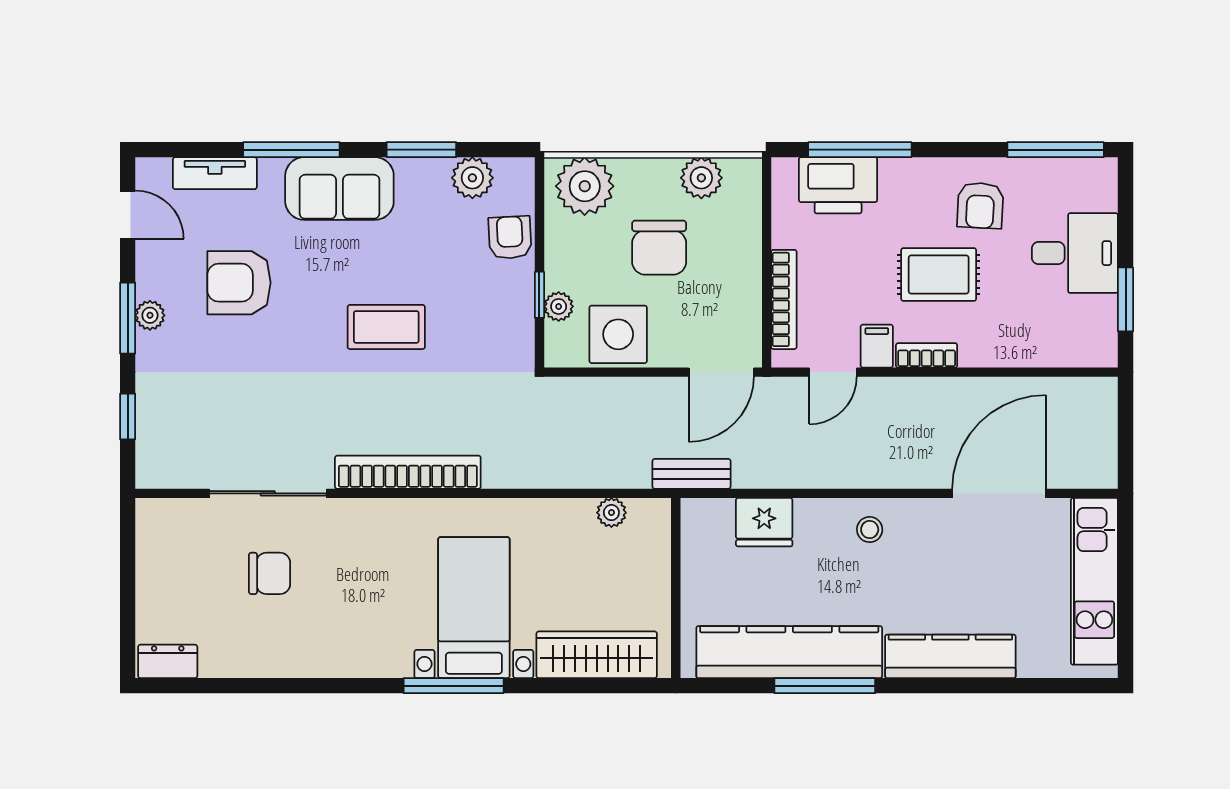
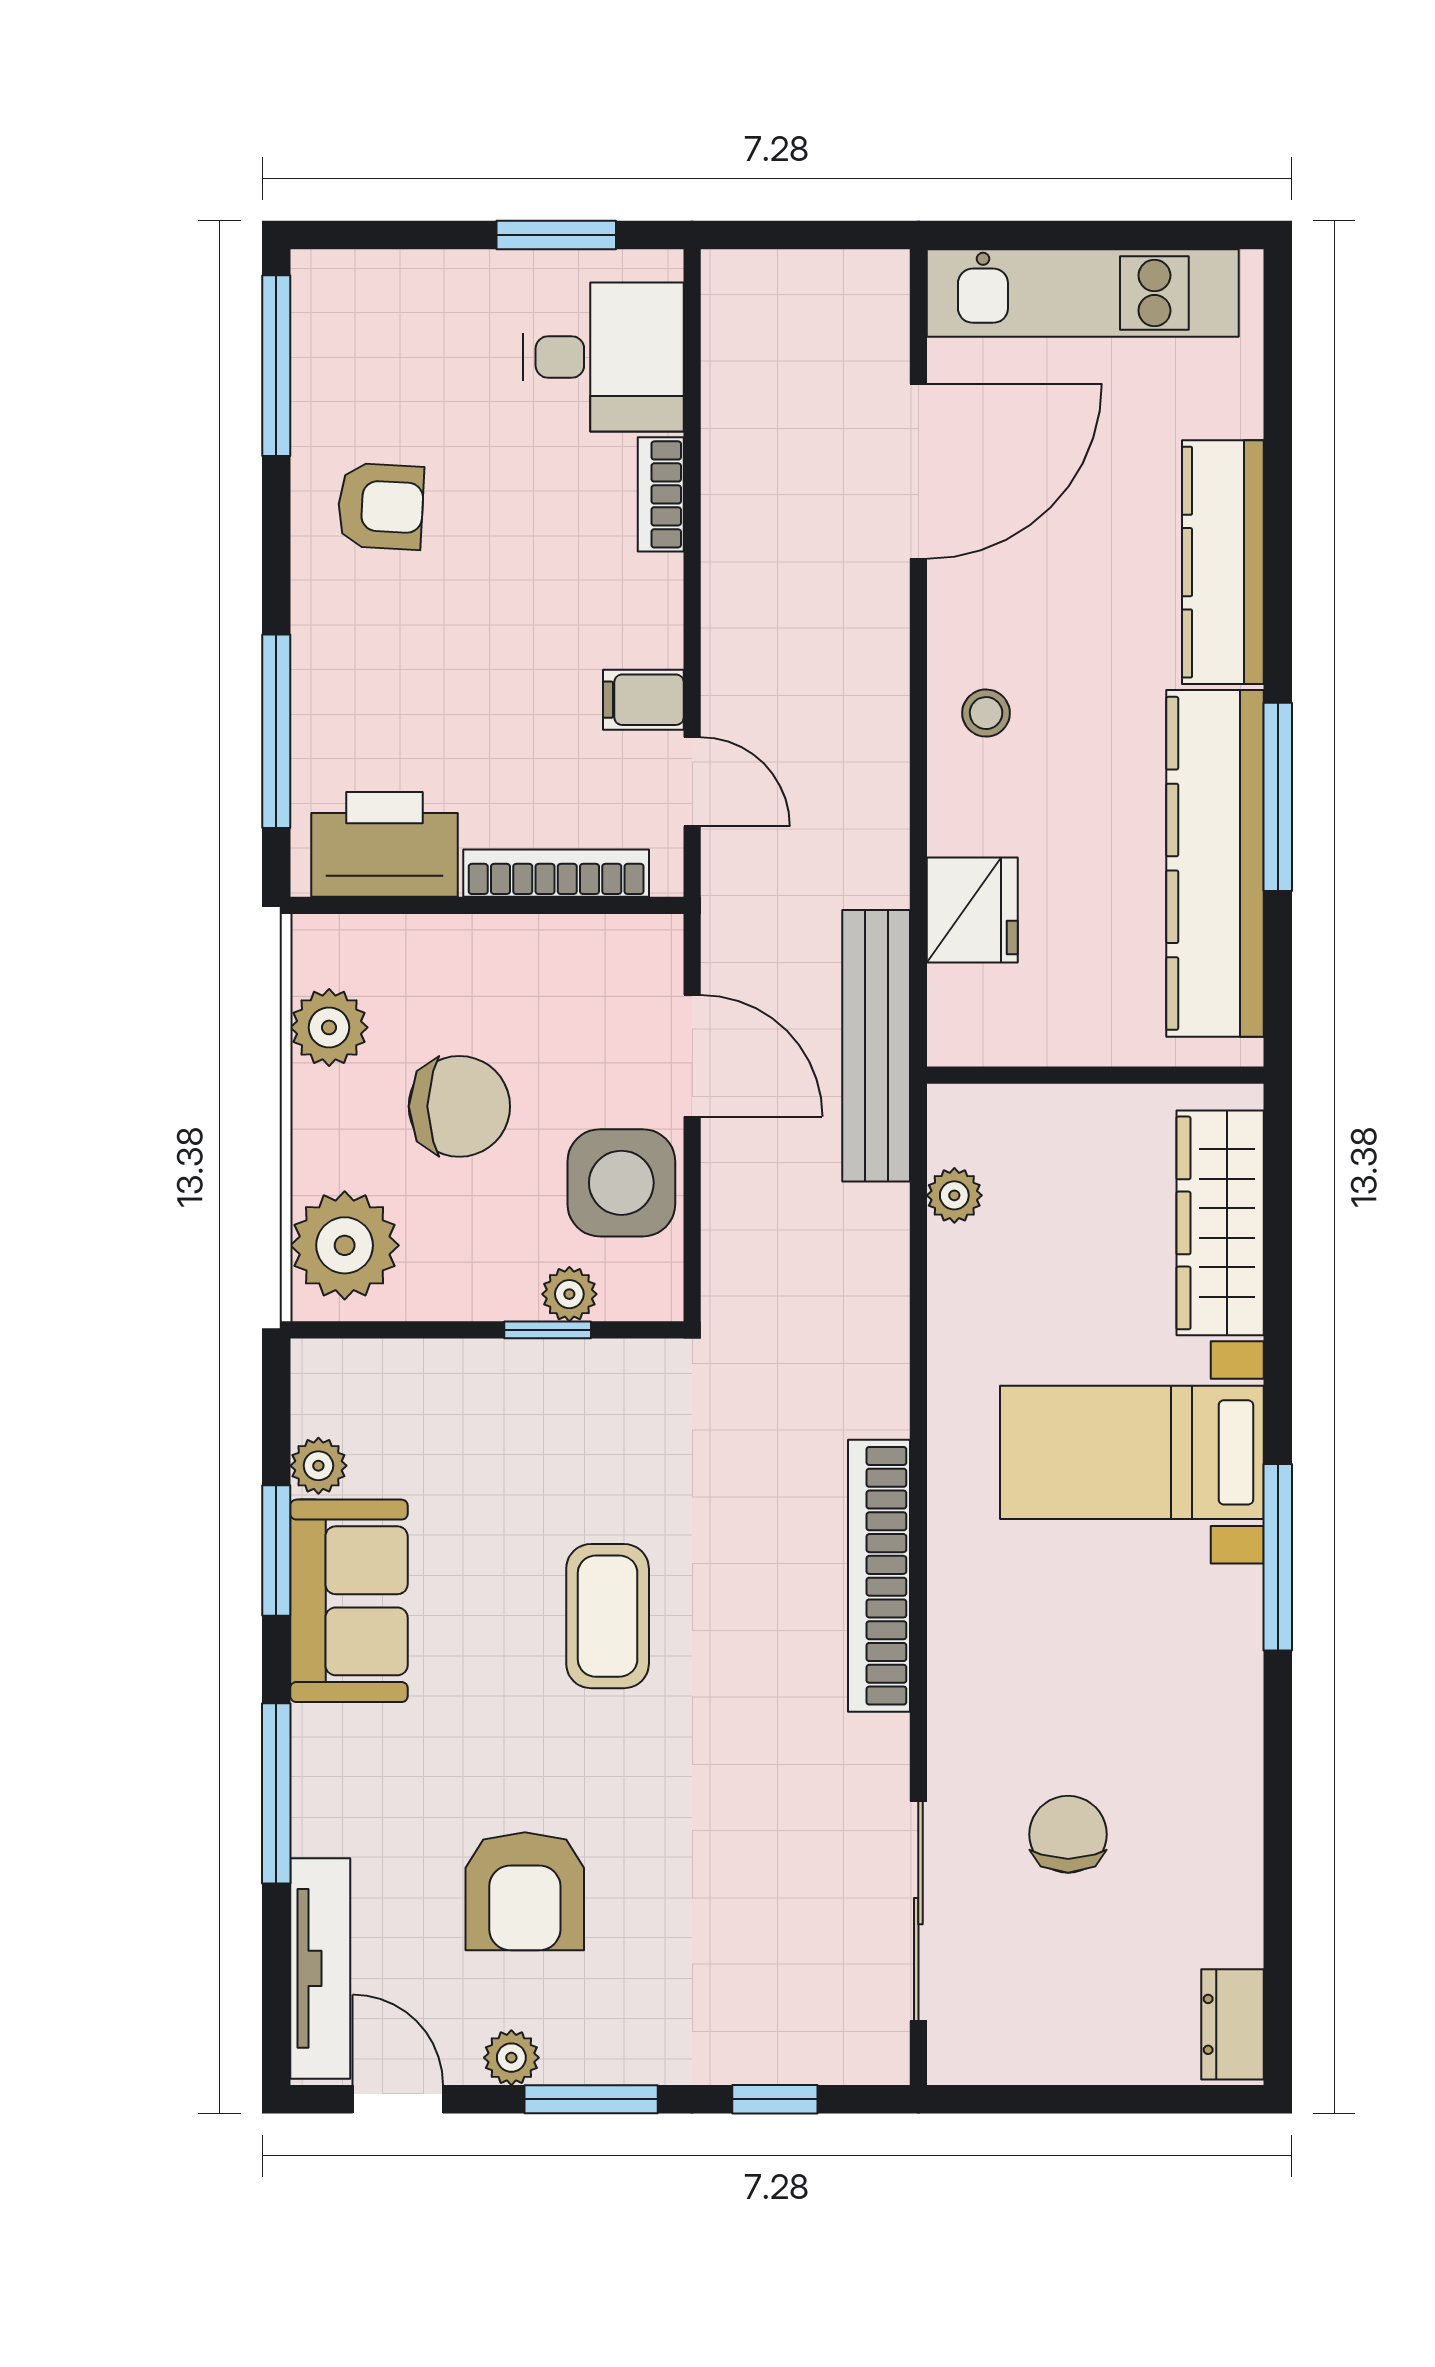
tv unit: (215, 173) -> (320, 1968), width x1.41
plant: (472, 178) -> (318, 1466), width x0.73, depth x0.73
printer: (838, 185) -> (385, 844), moved, turned -90
sofa: (339, 189) -> (349, 1601), moved
door: (128, 215) -> (398, 2099), hinge flipped
armchair: (510, 238) -> (441, 1385), removed
desk: (1075, 253) -> (603, 357), moved, turned 90
rug: (939, 274) -> (510, 584), removed
plant: (150, 315) -> (511, 2058), moved
bookcase: (927, 355) -> (661, 494), moved
door: (721, 372) -> (692, 1056), moved
bench: (692, 474) -> (876, 1046), width x1.86, depth x1.21
sliding door: (268, 493) -> (918, 1911), moved
door: (999, 493) -> (918, 471), swing flipped
window: (454, 686) -> (1278, 1557), moved

